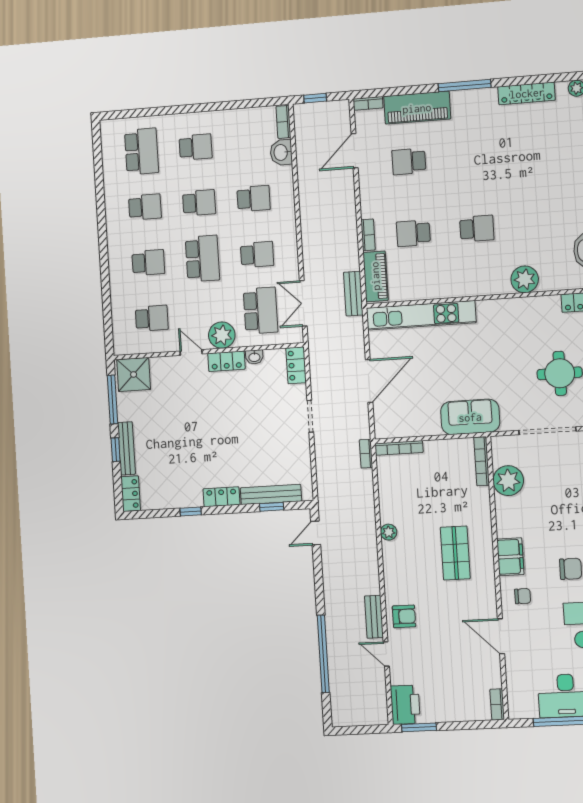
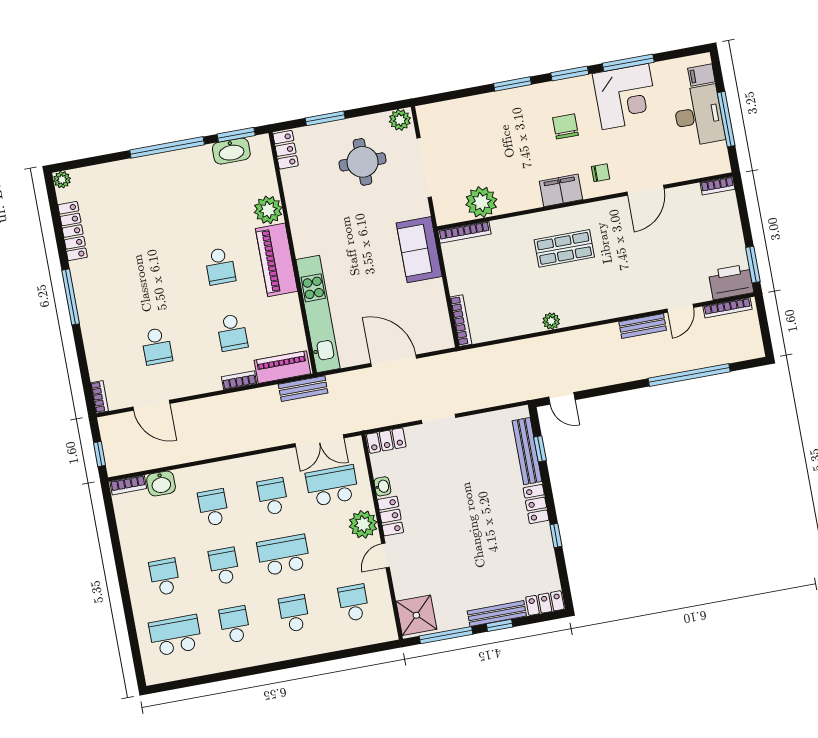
piano: (417, 108) -> (276, 260), moved, turned 180
school desk: (477, 228) -> (220, 266), turned 180
bookcase: (366, 454) -> (728, 308), moved, width x1.56
chair: (523, 596) -> (601, 173), turned 90
armchair: (404, 616) -> (638, 294), removed

